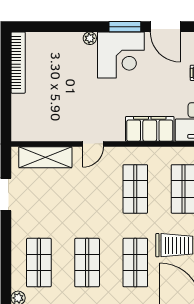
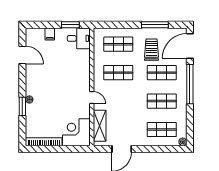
window: (125, 27) -> (22, 106), moved
door: (165, 27) -> (22, 55), hinge flipped
corner desk: (121, 55) -> (76, 132), moved, turned -90
filing cabinet: (150, 129) -> (83, 64), removed

